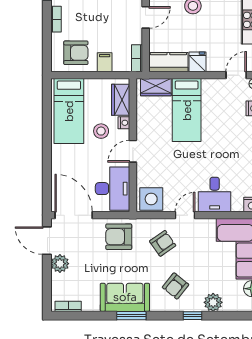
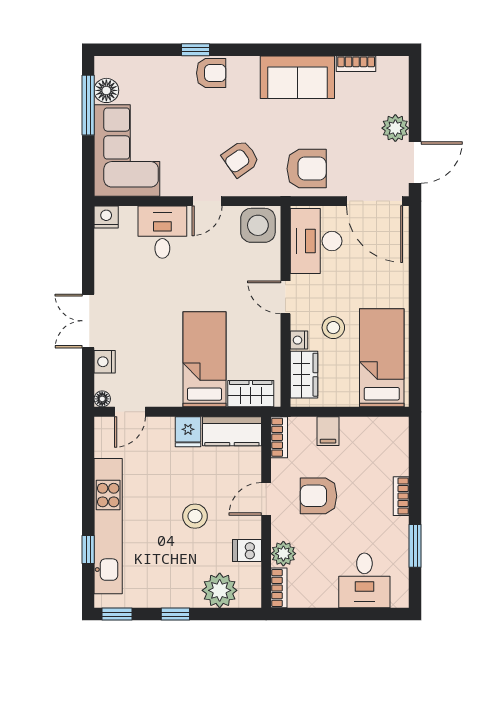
armchair: (76, 53) -> (319, 496), moved
door: (133, 151) -> (285, 297), swing flipped
door: (47, 241) -> (415, 163), hinge flipped
armchair: (176, 286) -> (211, 73), moved, turned 51
plant: (213, 302) -> (165, 70), removed
bookcase: (68, 306) -> (356, 64), moved
window: (131, 316) -> (288, 50), removed

